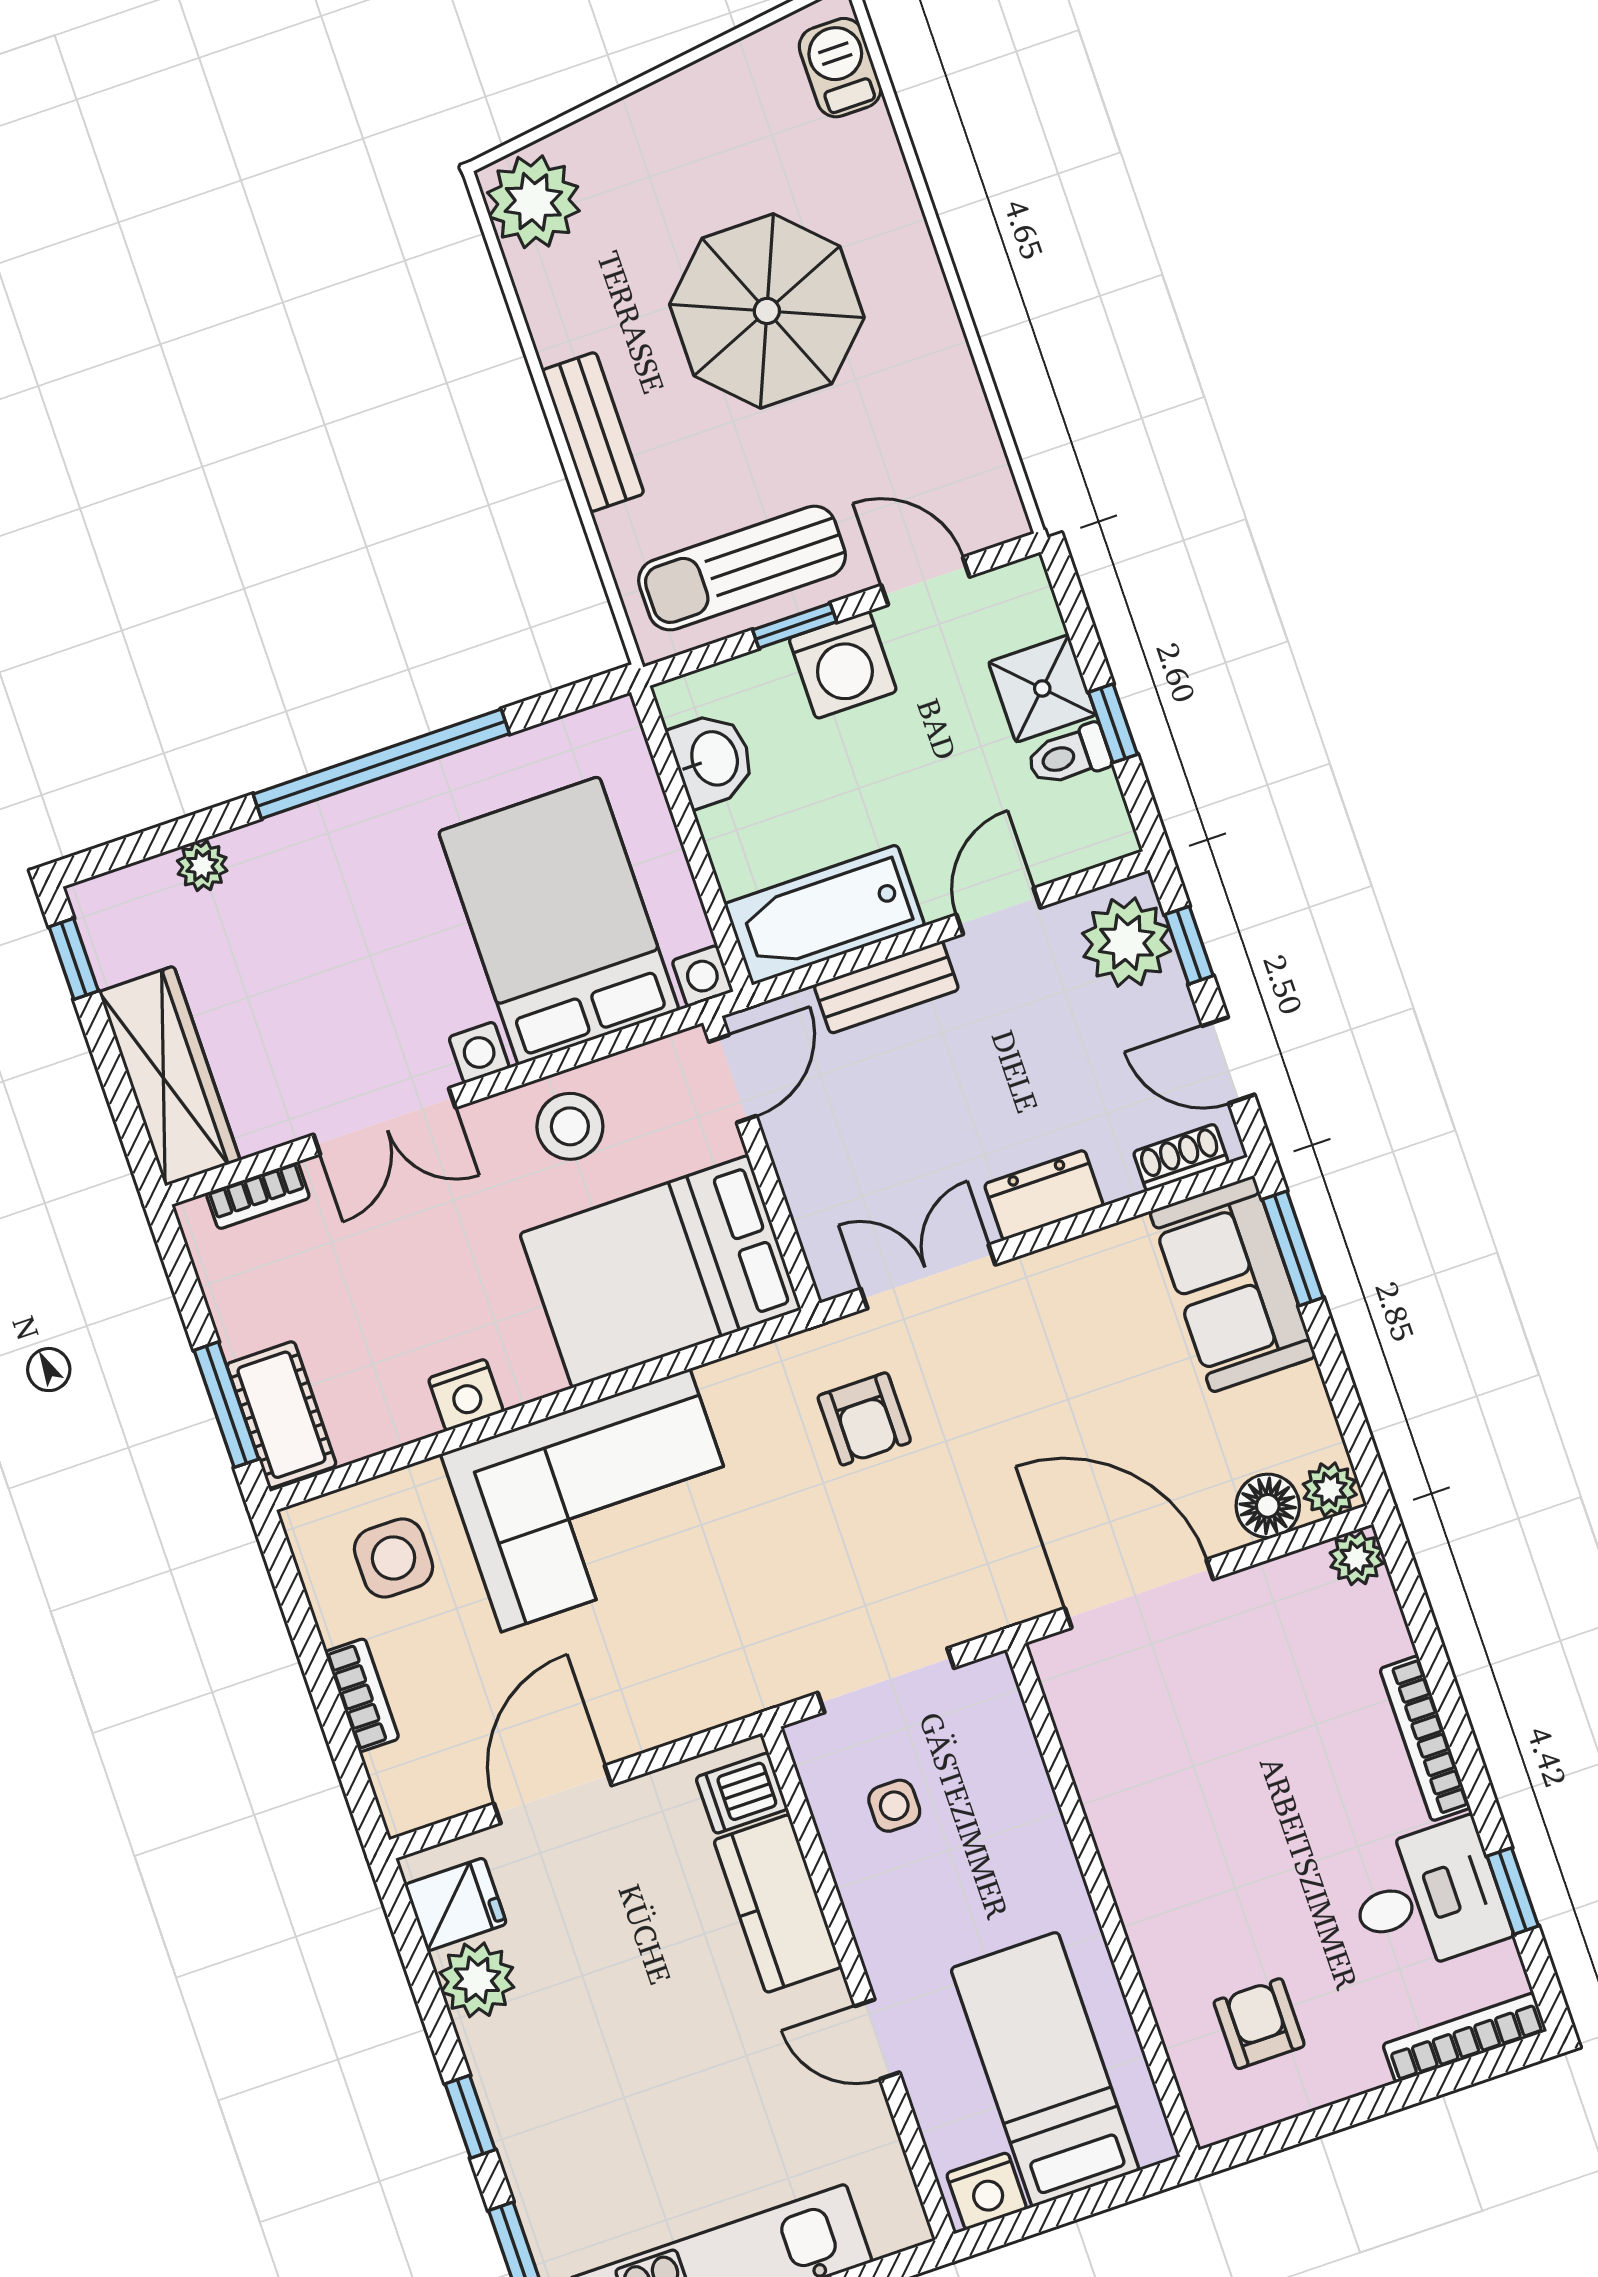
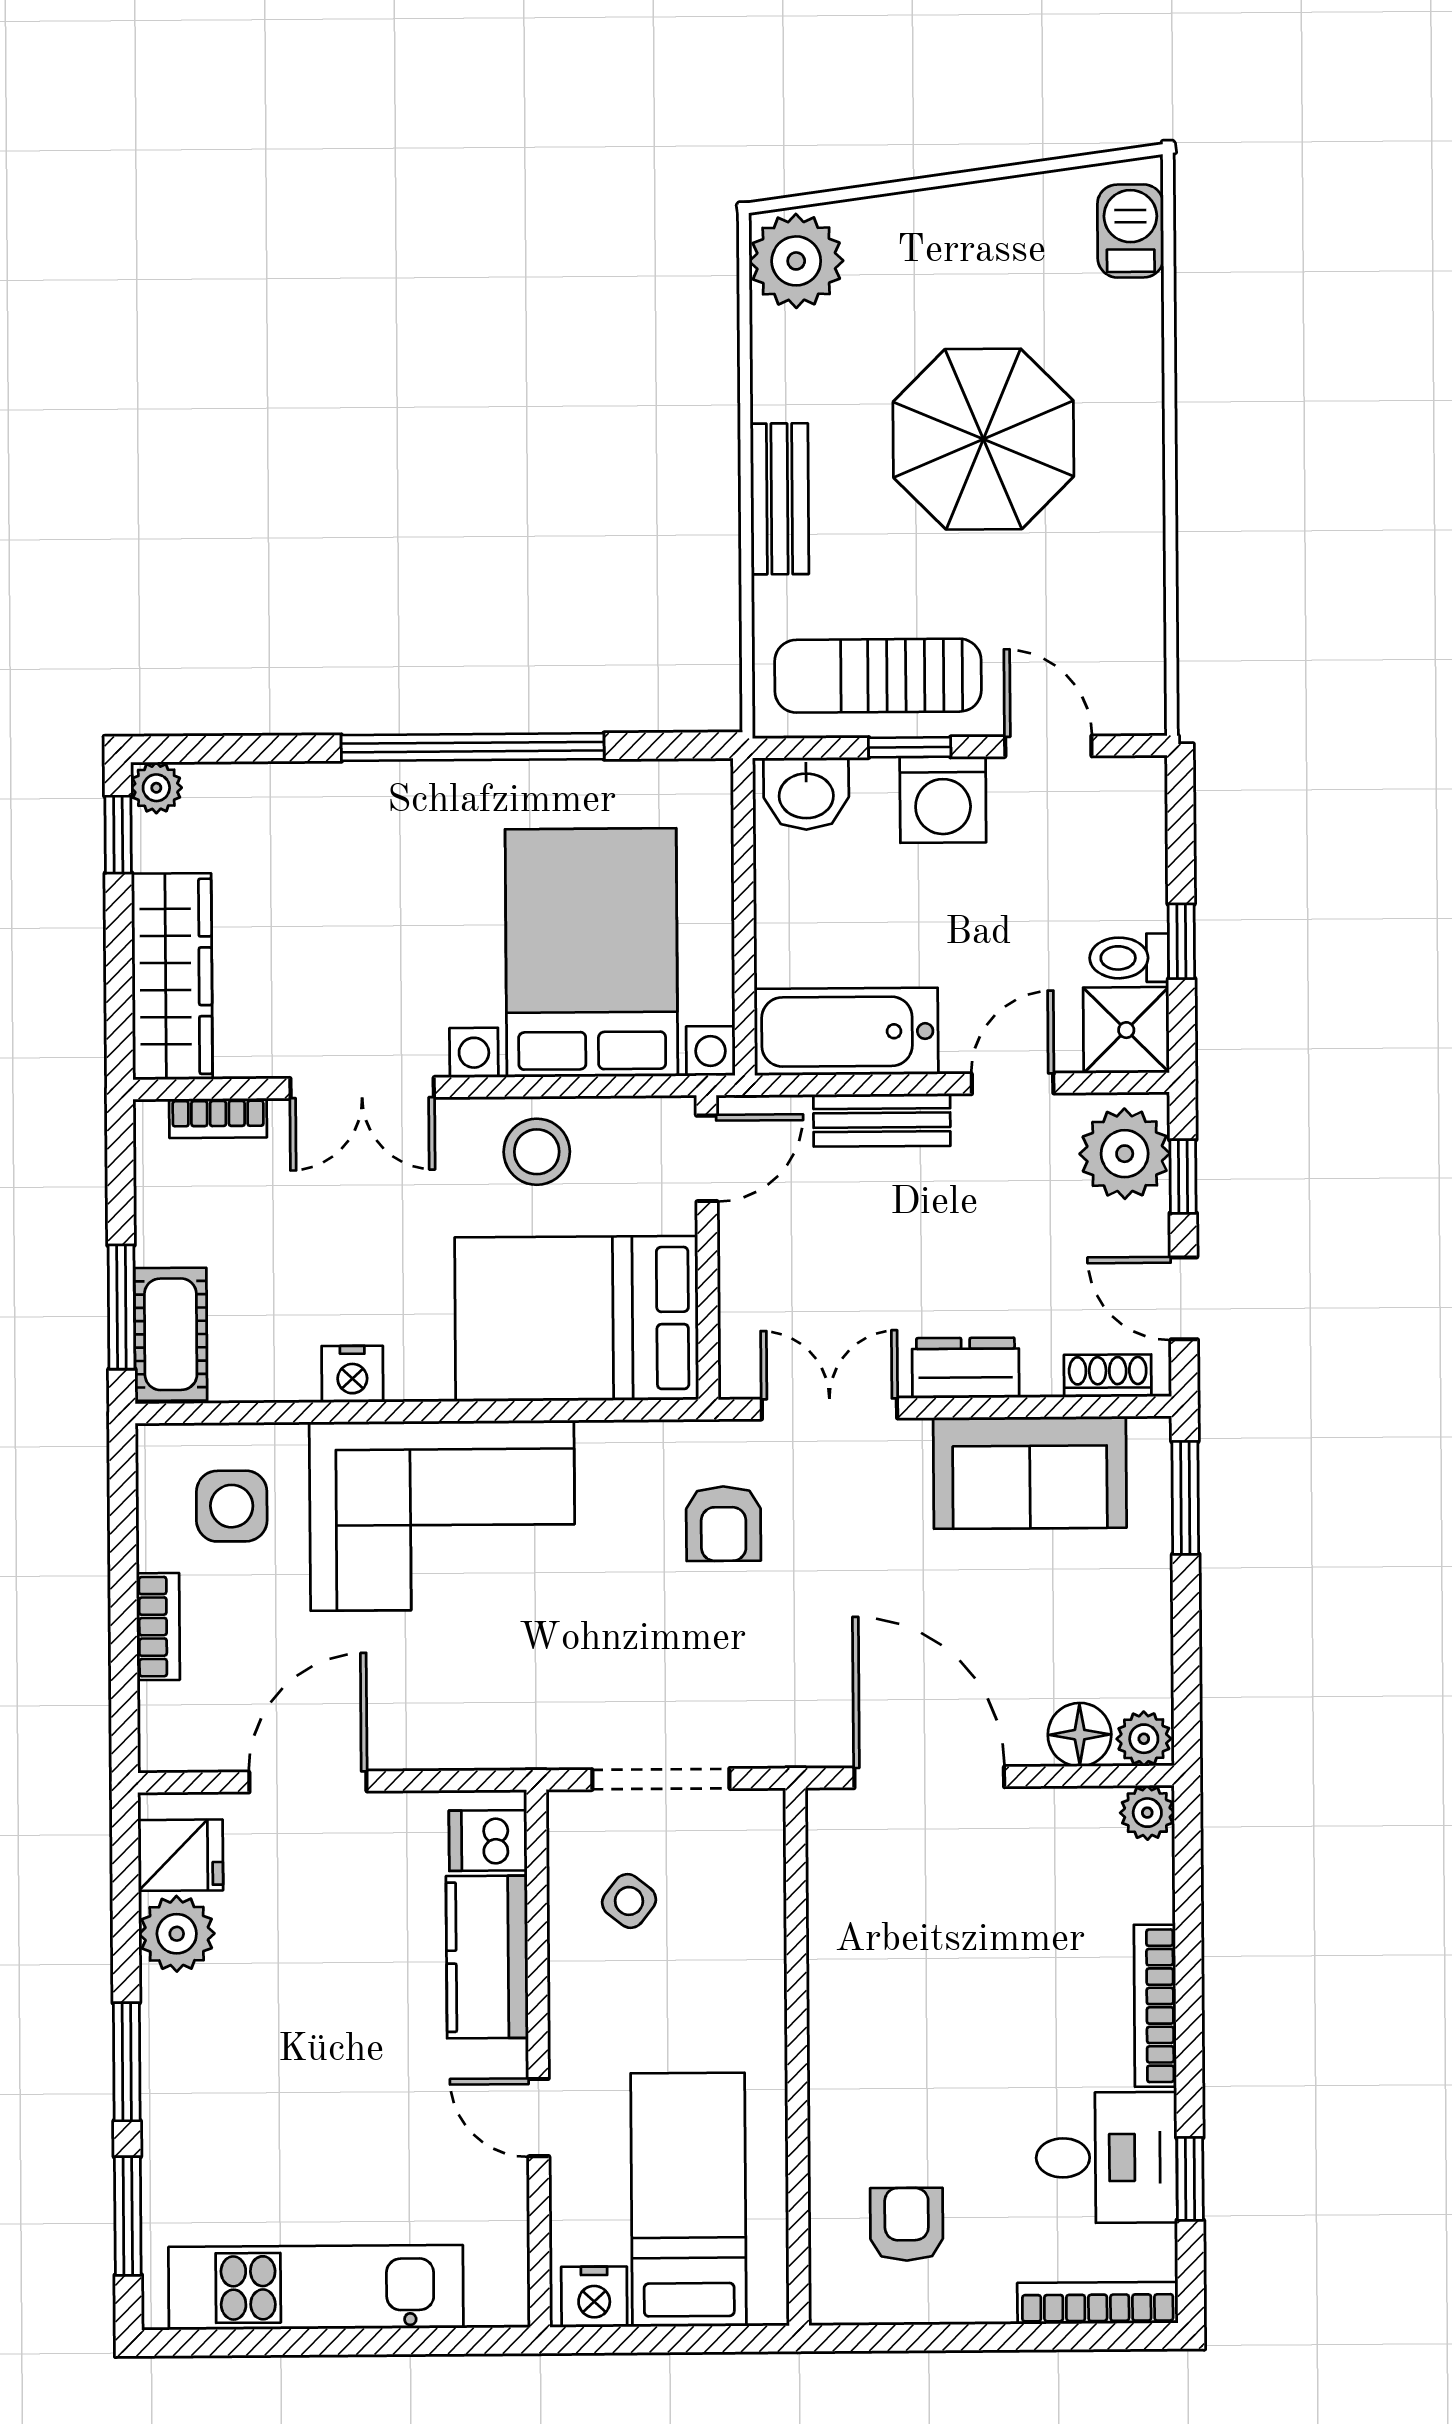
shower: (1042, 688) -> (1126, 1030), moved
washbasin: (712, 759) -> (806, 794), moved, turned 90
plant: (202, 866) -> (156, 788), moved
sofa: (1233, 1284) -> (1030, 1473), moved, turned -90
side table: (894, 1806) -> (629, 1901), turned 38
window: (470, 2117) -> (127, 2062), width x1.50

